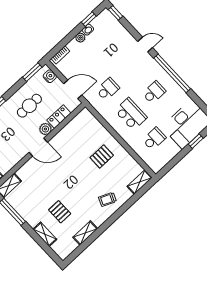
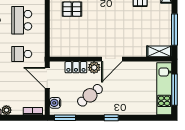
cafe table: (29, 106) -> (90, 95), turned -39
door: (38, 147) -> (112, 59), swing flipped

